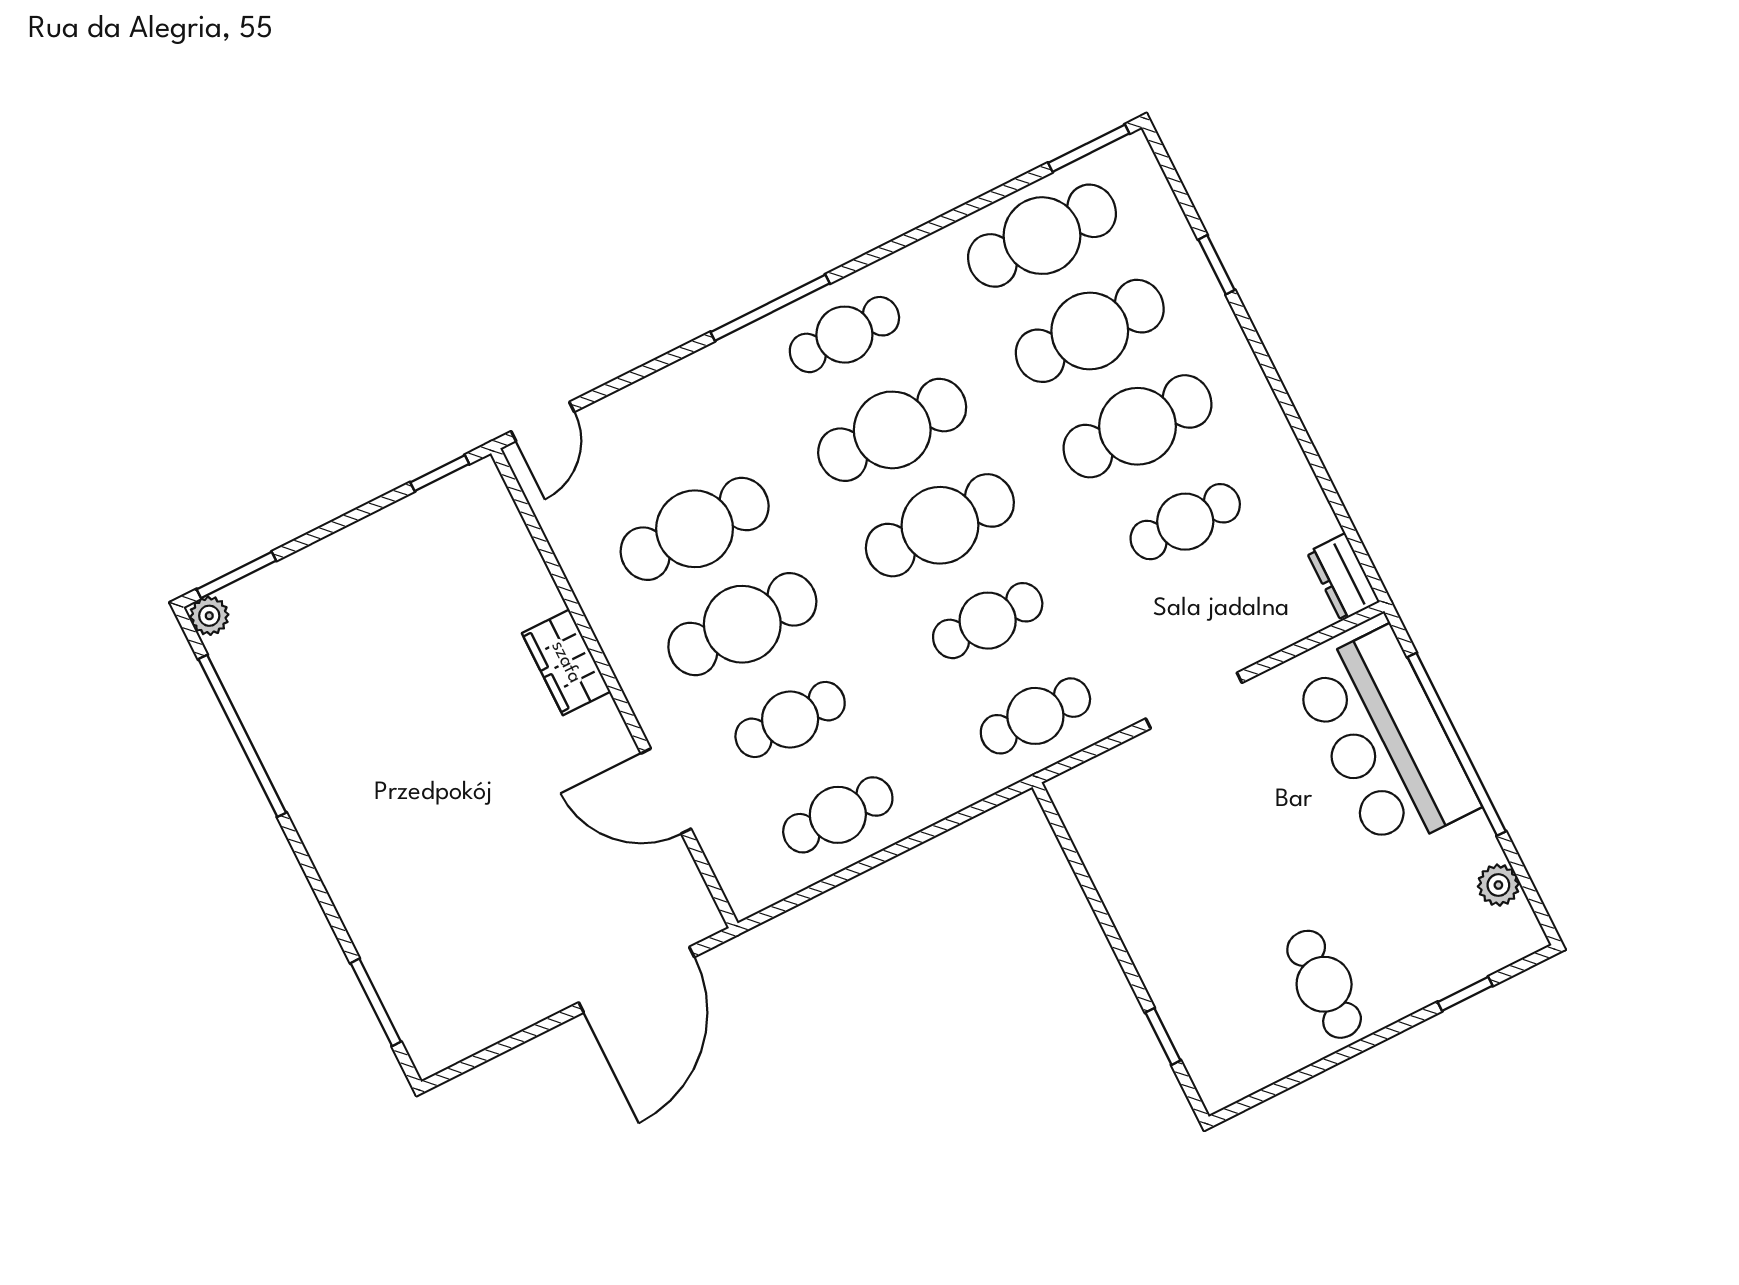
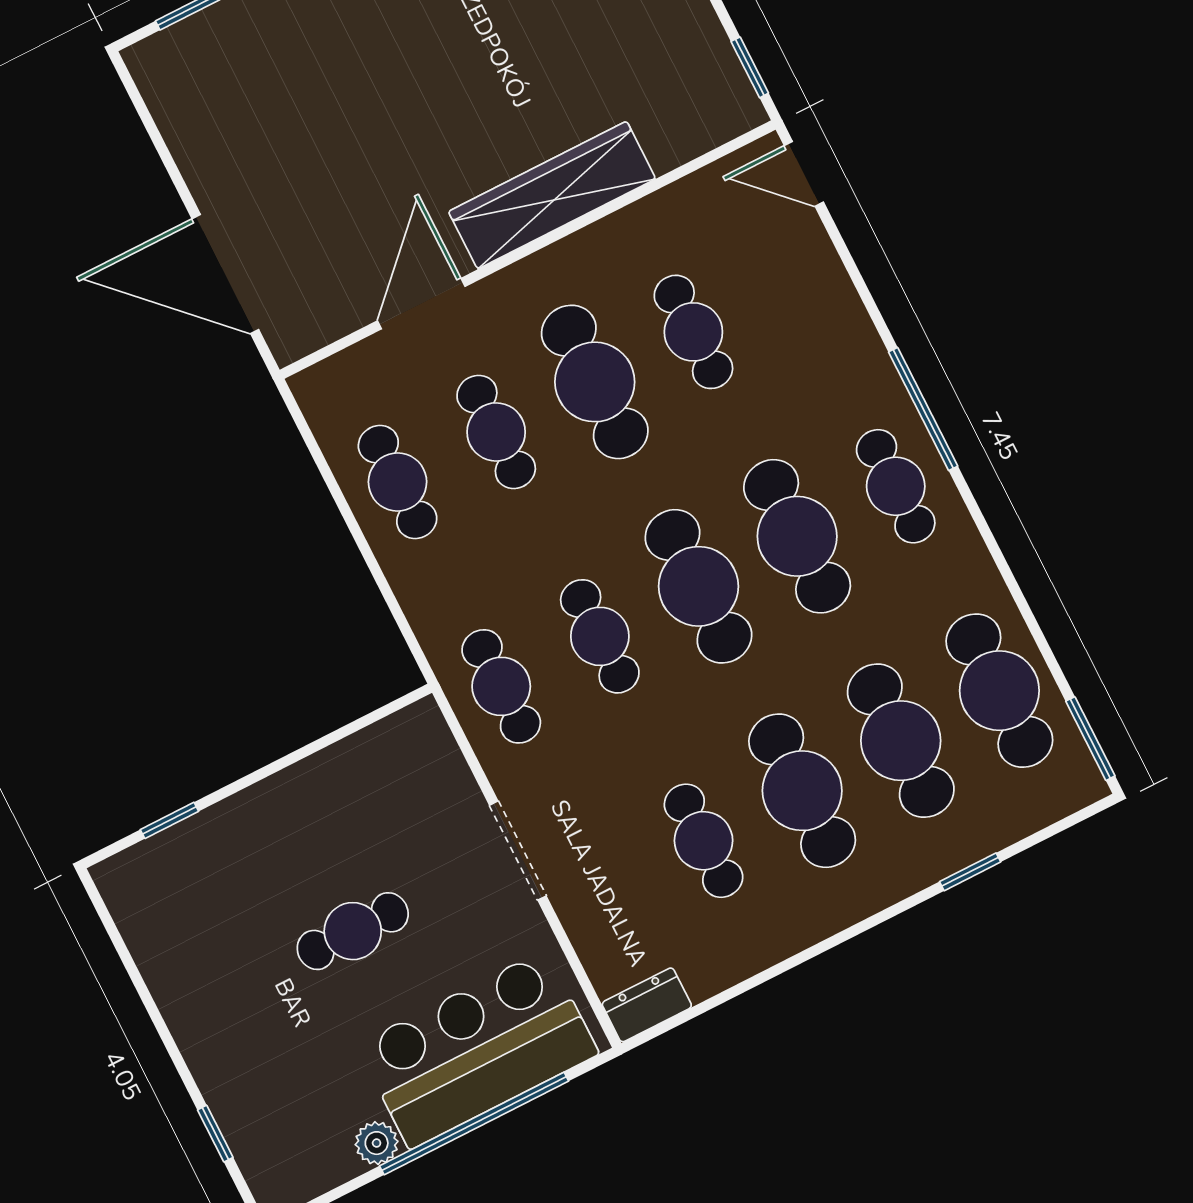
cafe table: (695, 529) -> (693, 332), width x0.73, depth x0.74
wardrobe: (566, 662) -> (552, 195), width x2.10, depth x1.17
plant: (1498, 885) -> (377, 1143), moved
cafe table: (1324, 984) -> (353, 931), moved

